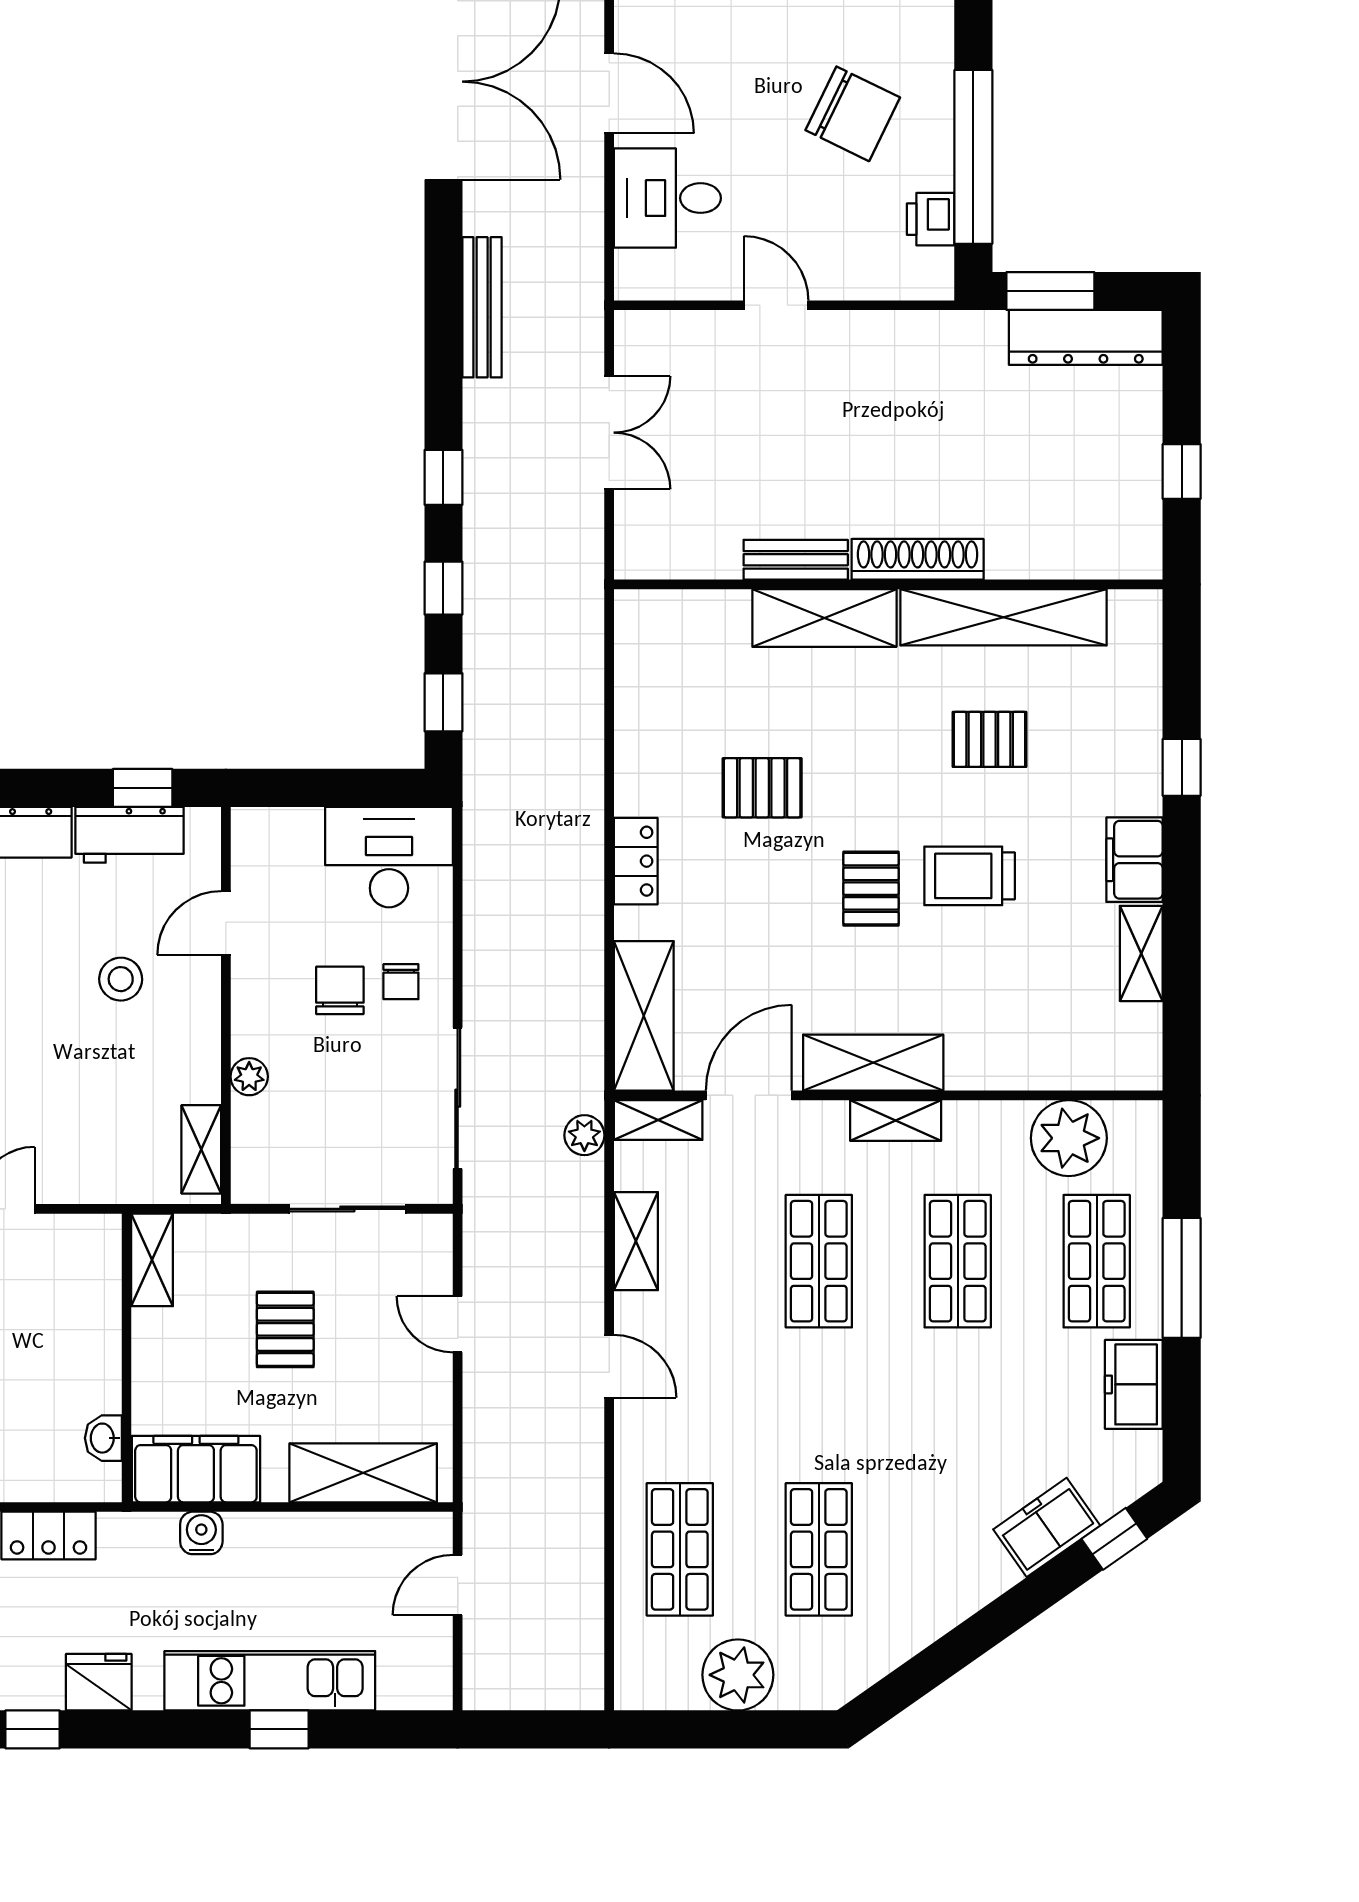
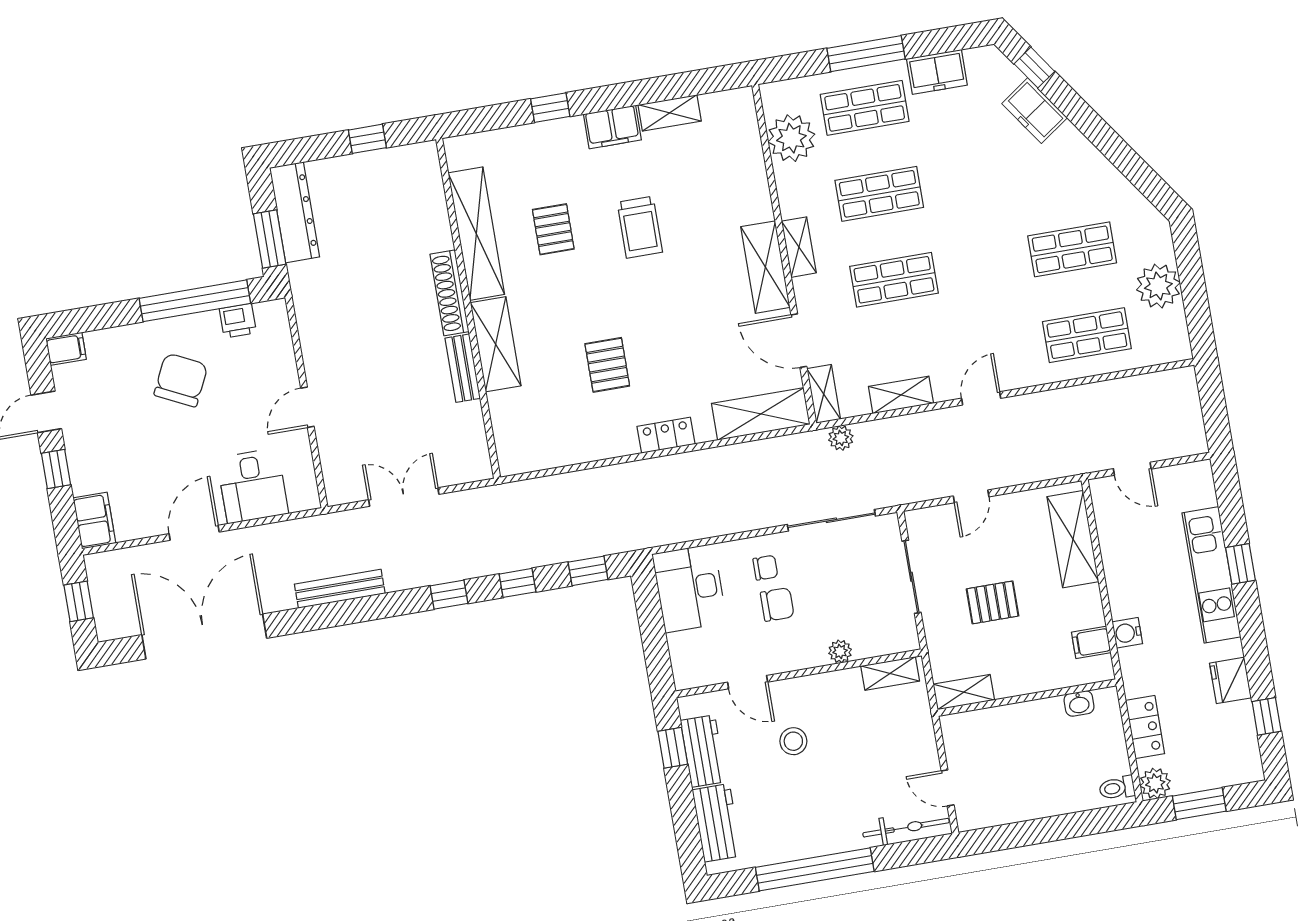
pallet: (871, 889) -> (658, 287), removed
chair: (340, 990) -> (777, 604), turned 180
filing cabinet: (196, 1469) -> (1091, 642), width x0.33, depth x0.86

